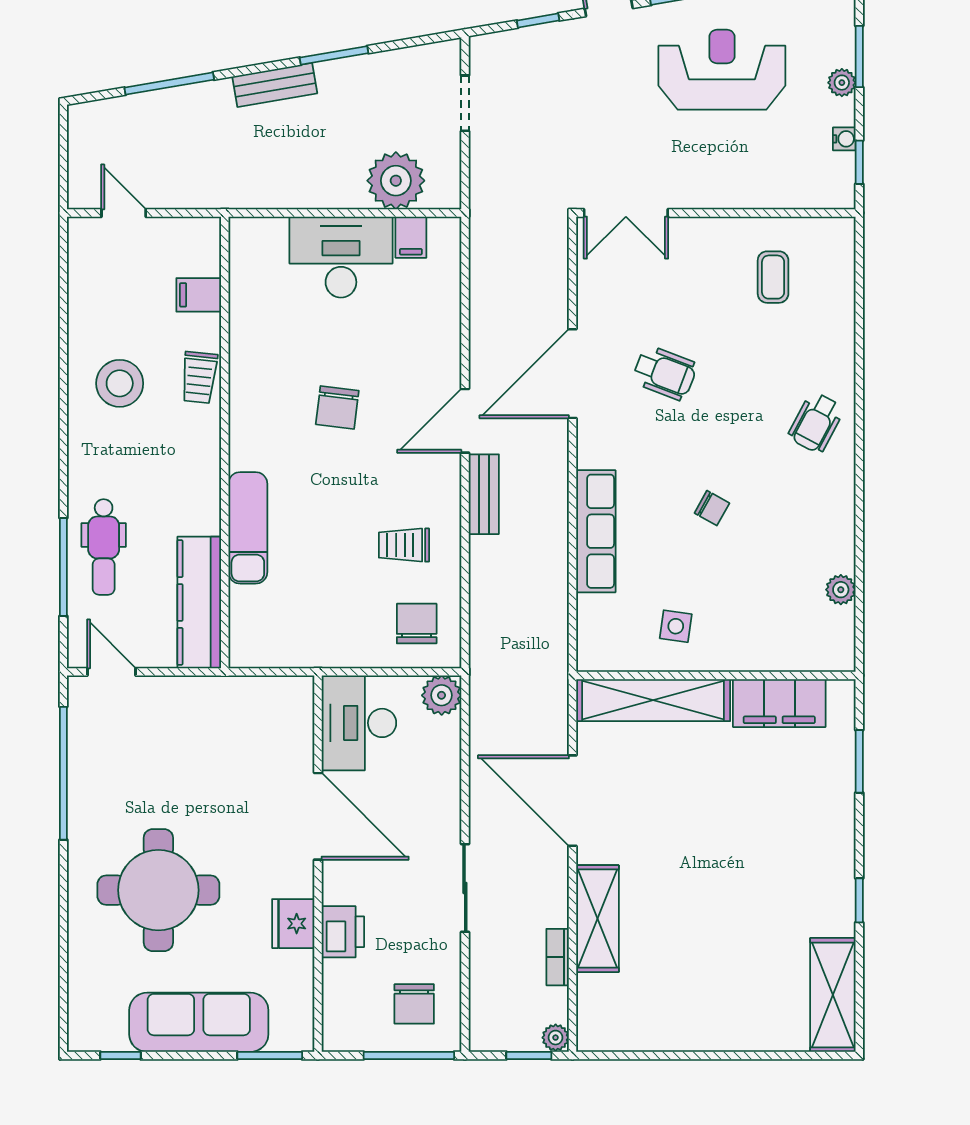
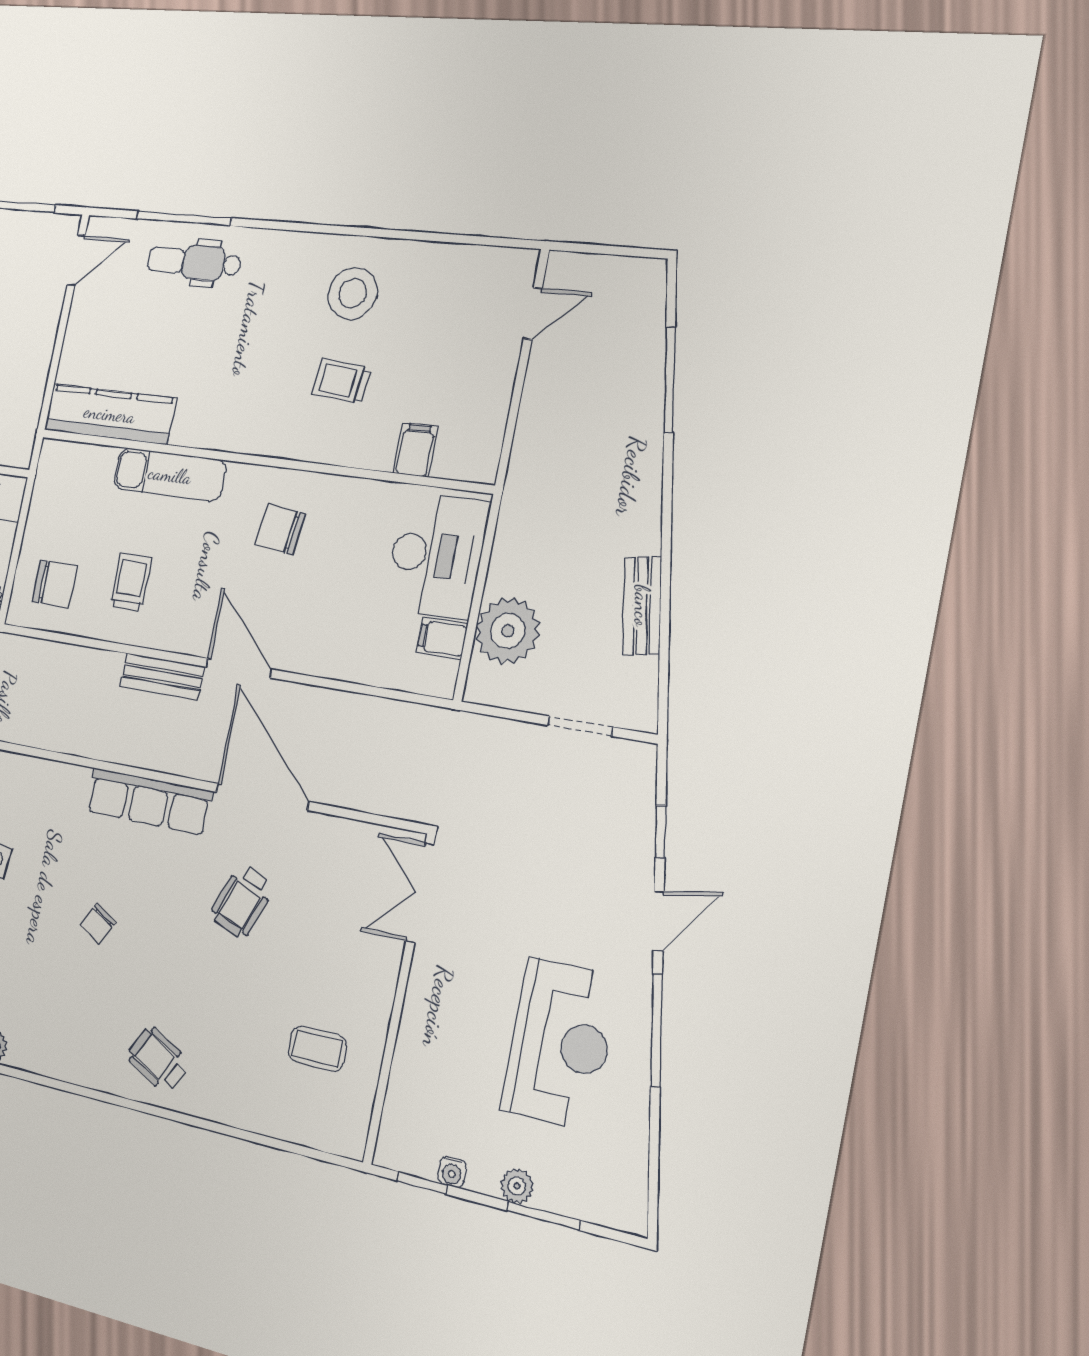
window: (334, 55) -> (666, 579), removed
bench: (275, 85) -> (642, 606), moved
filing cabinet: (199, 295) -> (416, 450), moved
wall: (225, 442) -> (258, 460), moved
exam couch: (248, 528) -> (170, 475), moved
row of seats: (596, 531) -> (149, 801), moved
kitchen counter: (199, 602) -> (110, 414), moved

